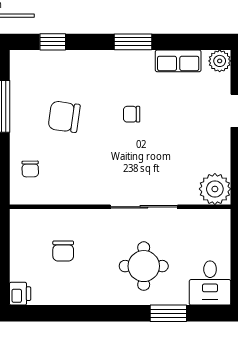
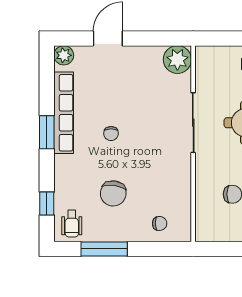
row of seats: (178, 61) -> (64, 113), width x2.02
wheelchair: (30, 70) -> (72, 224), added

